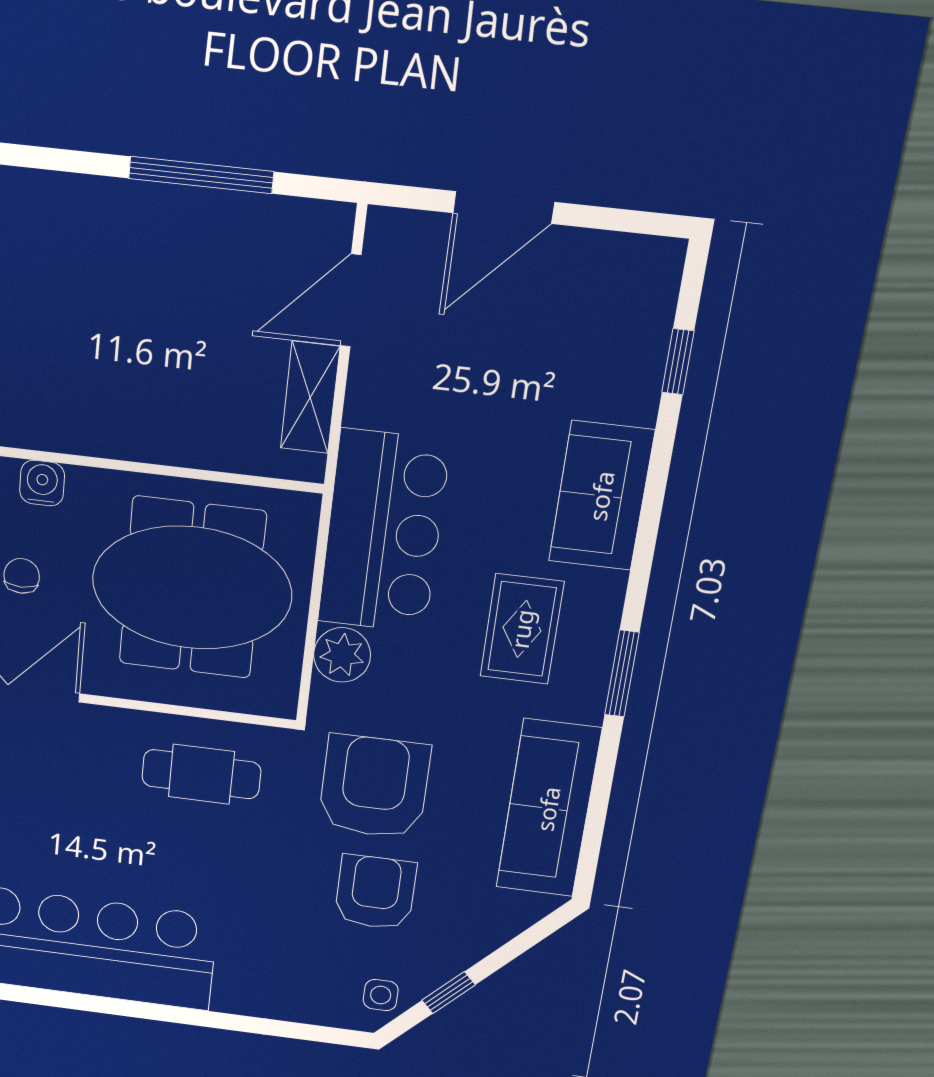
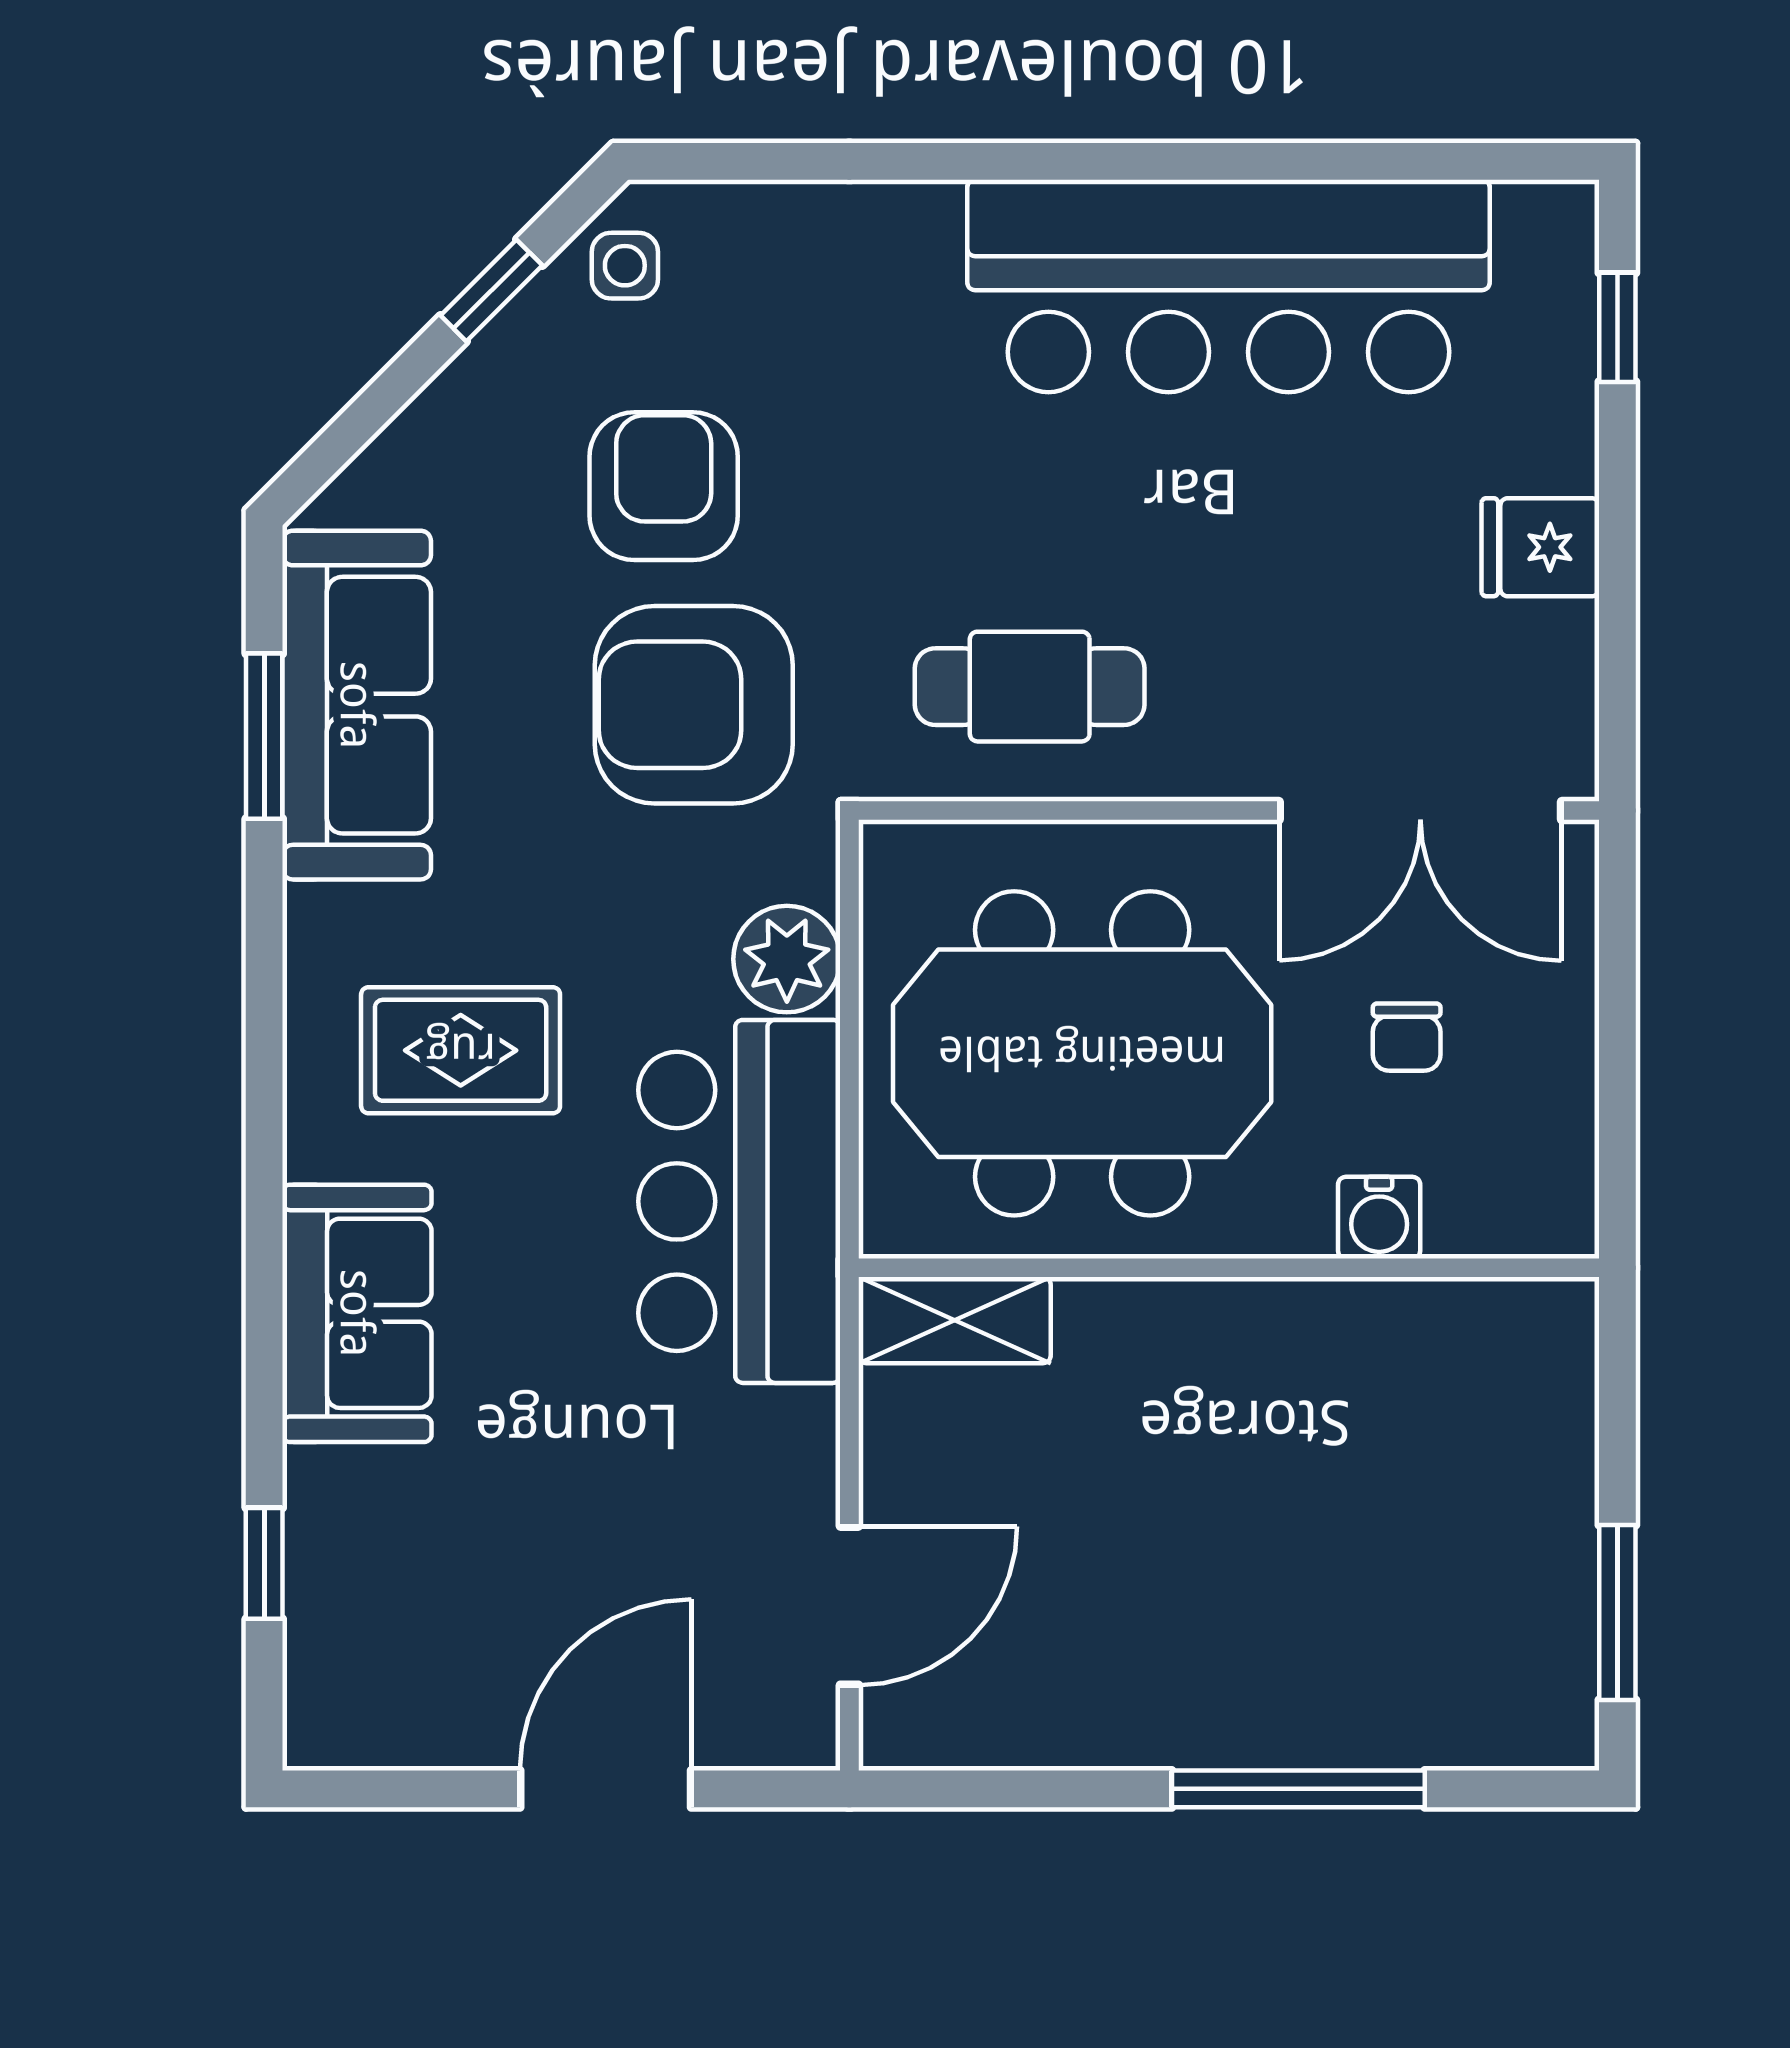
window: (201, 175) -> (1298, 1789), moved
shelving: (310, 398) -> (955, 1320), moved, turned 90
rug: (522, 629) -> (461, 1050), turned 90
window: (622, 674) -> (264, 736), moved
armchair: (374, 787) -> (694, 705), turned 90
armchair: (375, 892) -> (664, 486), turned 180

